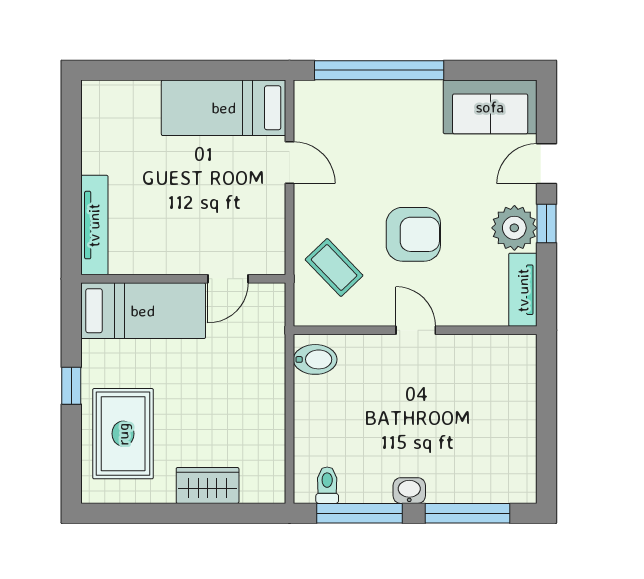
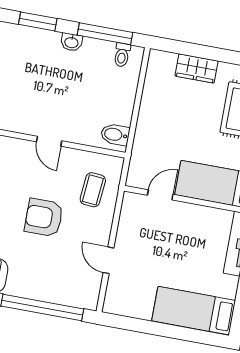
bed: (224, 108) -> (194, 311), moved, turned 180
armchair: (413, 234) -> (44, 218), moved
coffee table: (334, 267) -> (93, 190), turned 49
window: (467, 513) -> (38, 21), width x0.69

